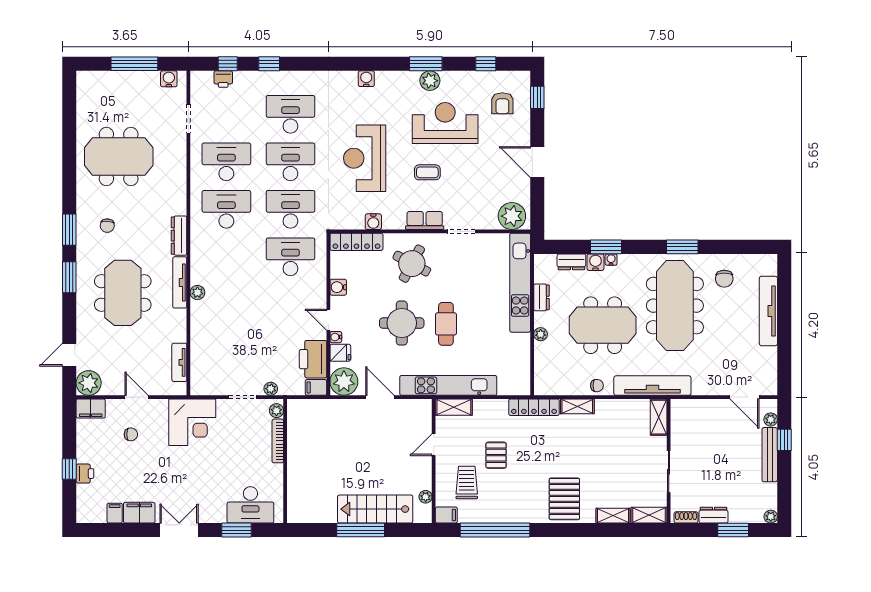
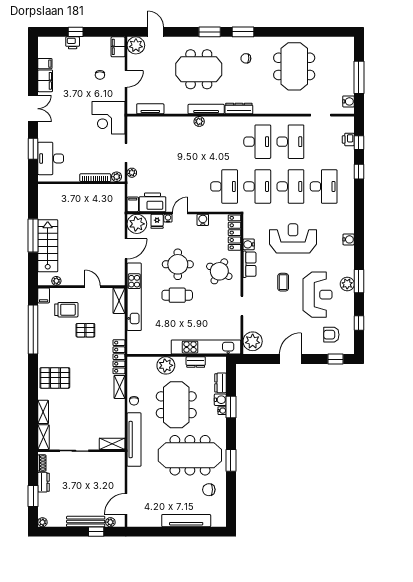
row of seats: (425, 221) -> (249, 264), moved
plant: (541, 334) -> (166, 365), width x1.87, depth x1.87

